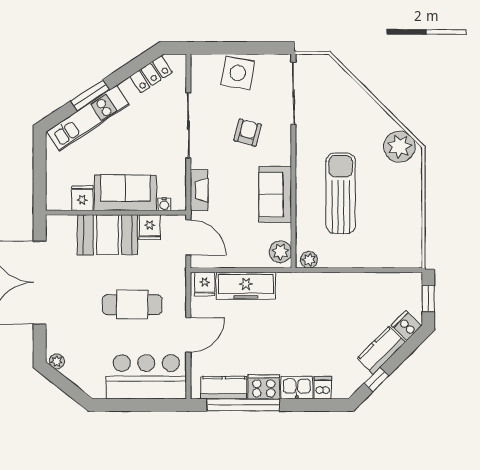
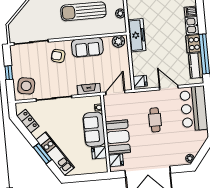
window: (242, 48) -> (9, 73), added
side table: (238, 73) -> (26, 86), moved
armchair: (248, 133) -> (58, 56), moved
fridge: (150, 227) -> (116, 160), moved
plant: (309, 260) -> (120, 13), moved
freezer: (246, 286) -> (137, 35), moved
cafe table: (132, 305) -> (155, 120), width x0.73, depth x0.74

